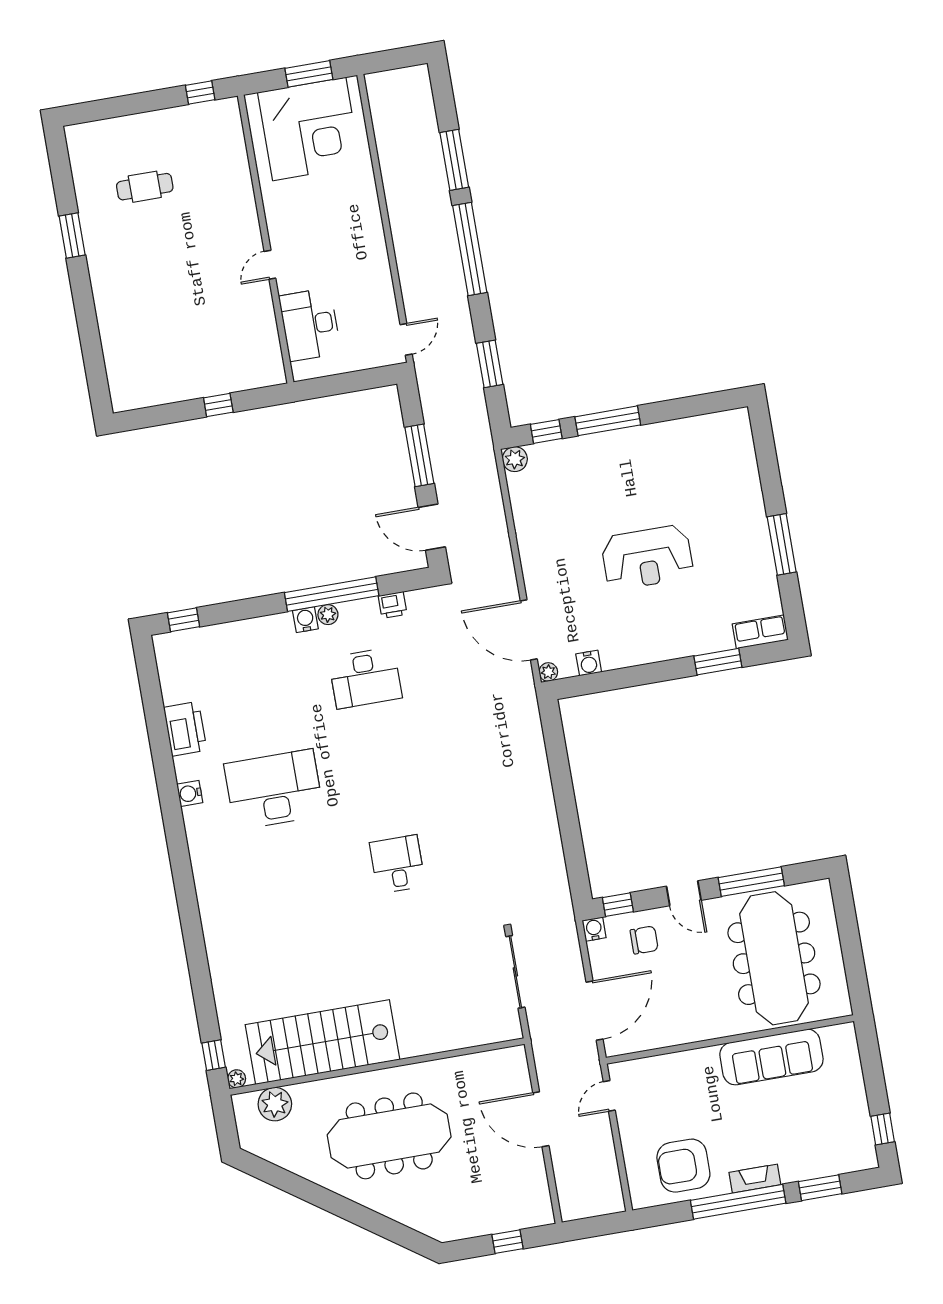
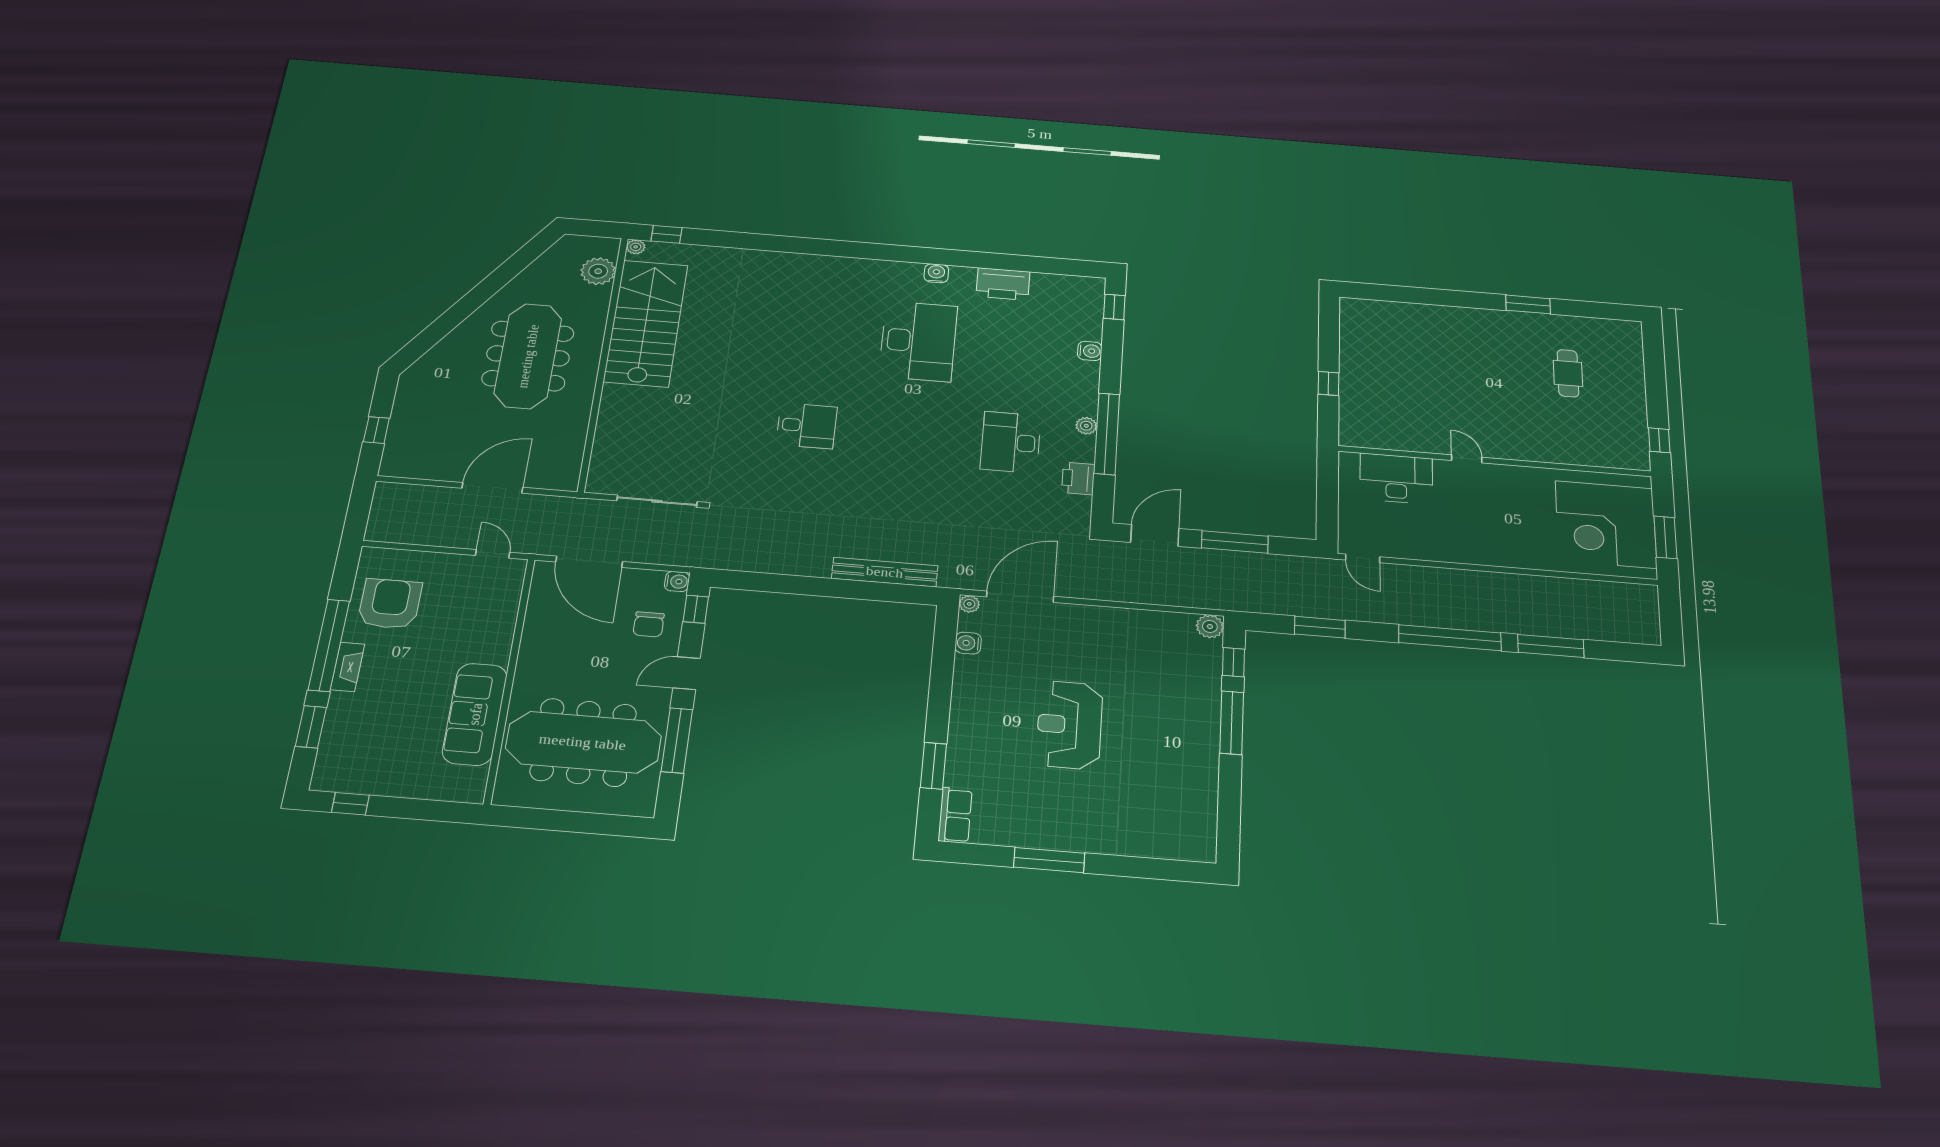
printer: (393, 605) -> (1078, 478), width x1.36, depth x1.24
water cooler: (305, 620) -> (1090, 351), moved
bench: (535, 753) -> (885, 572), added

